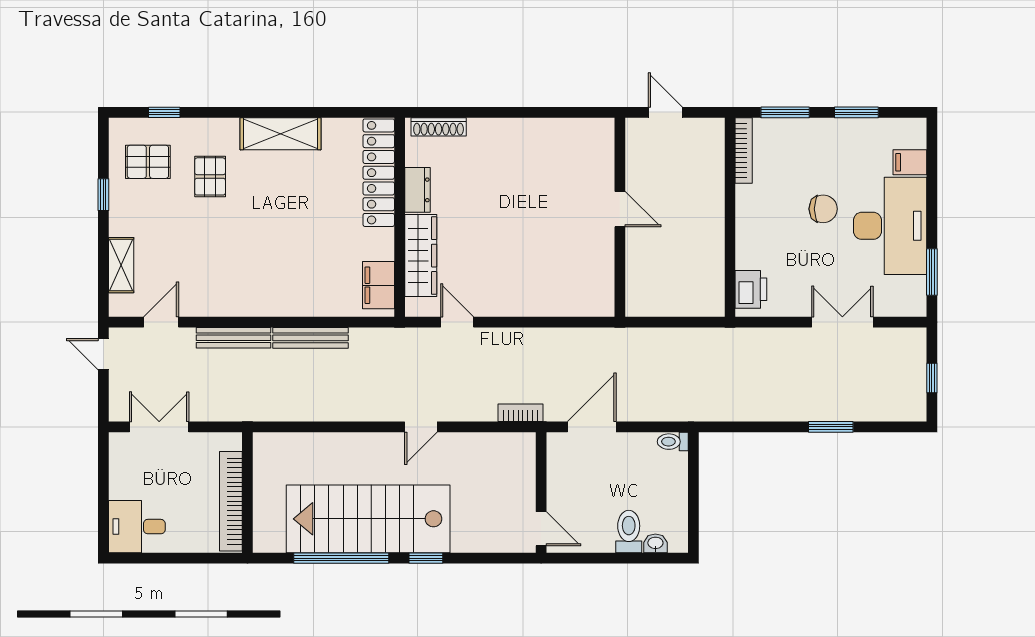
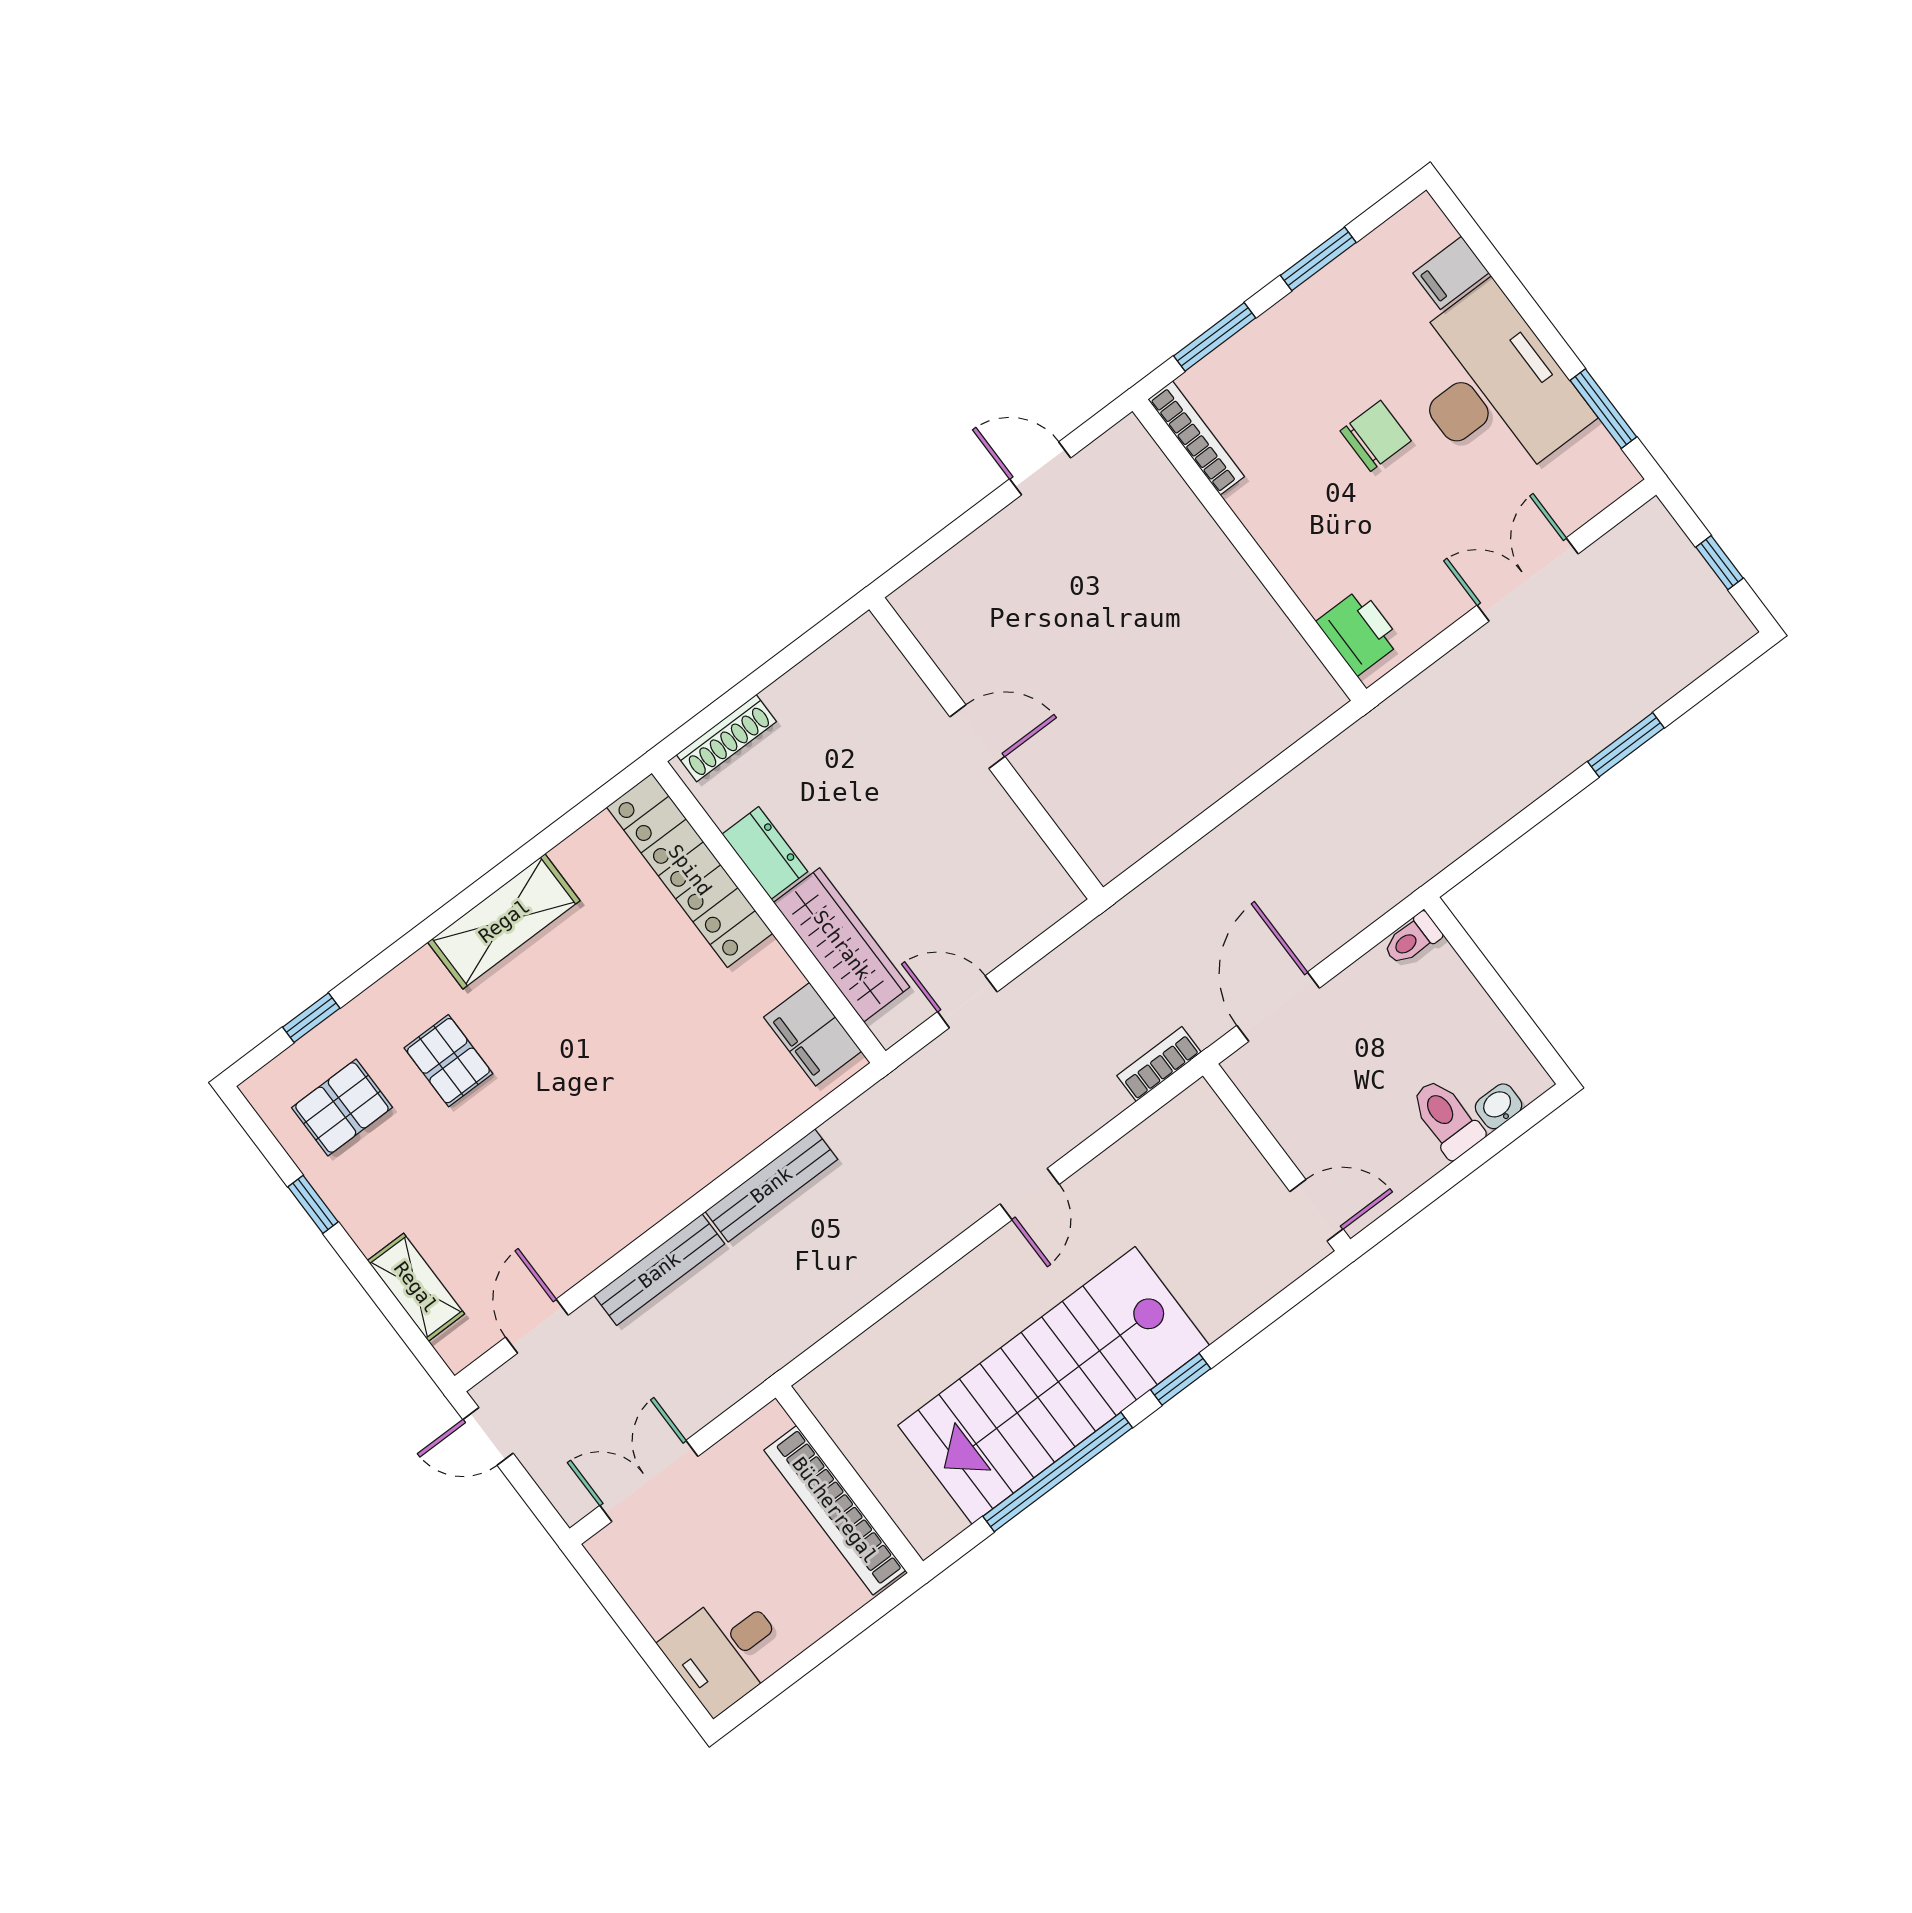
door: (620, 209) -> (977, 737), moved
wall: (620, 217) -> (986, 748), moved

